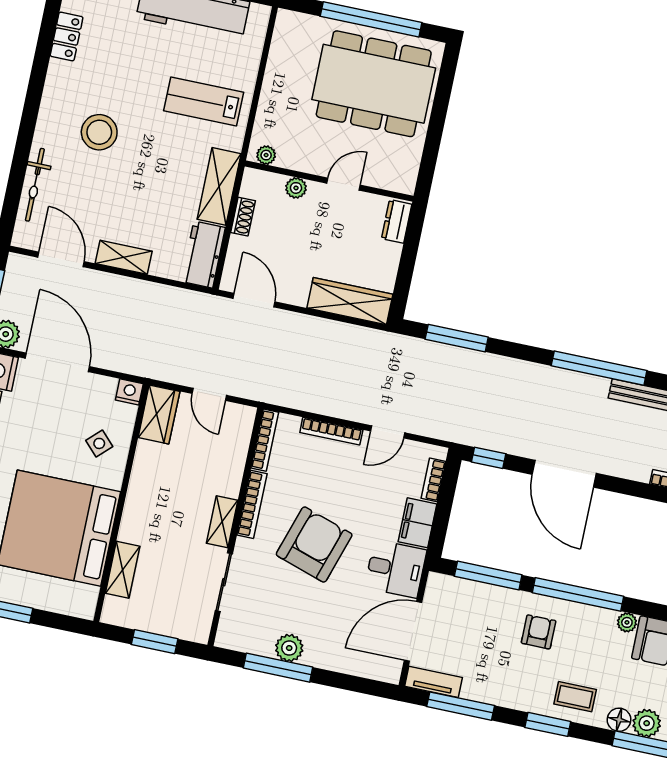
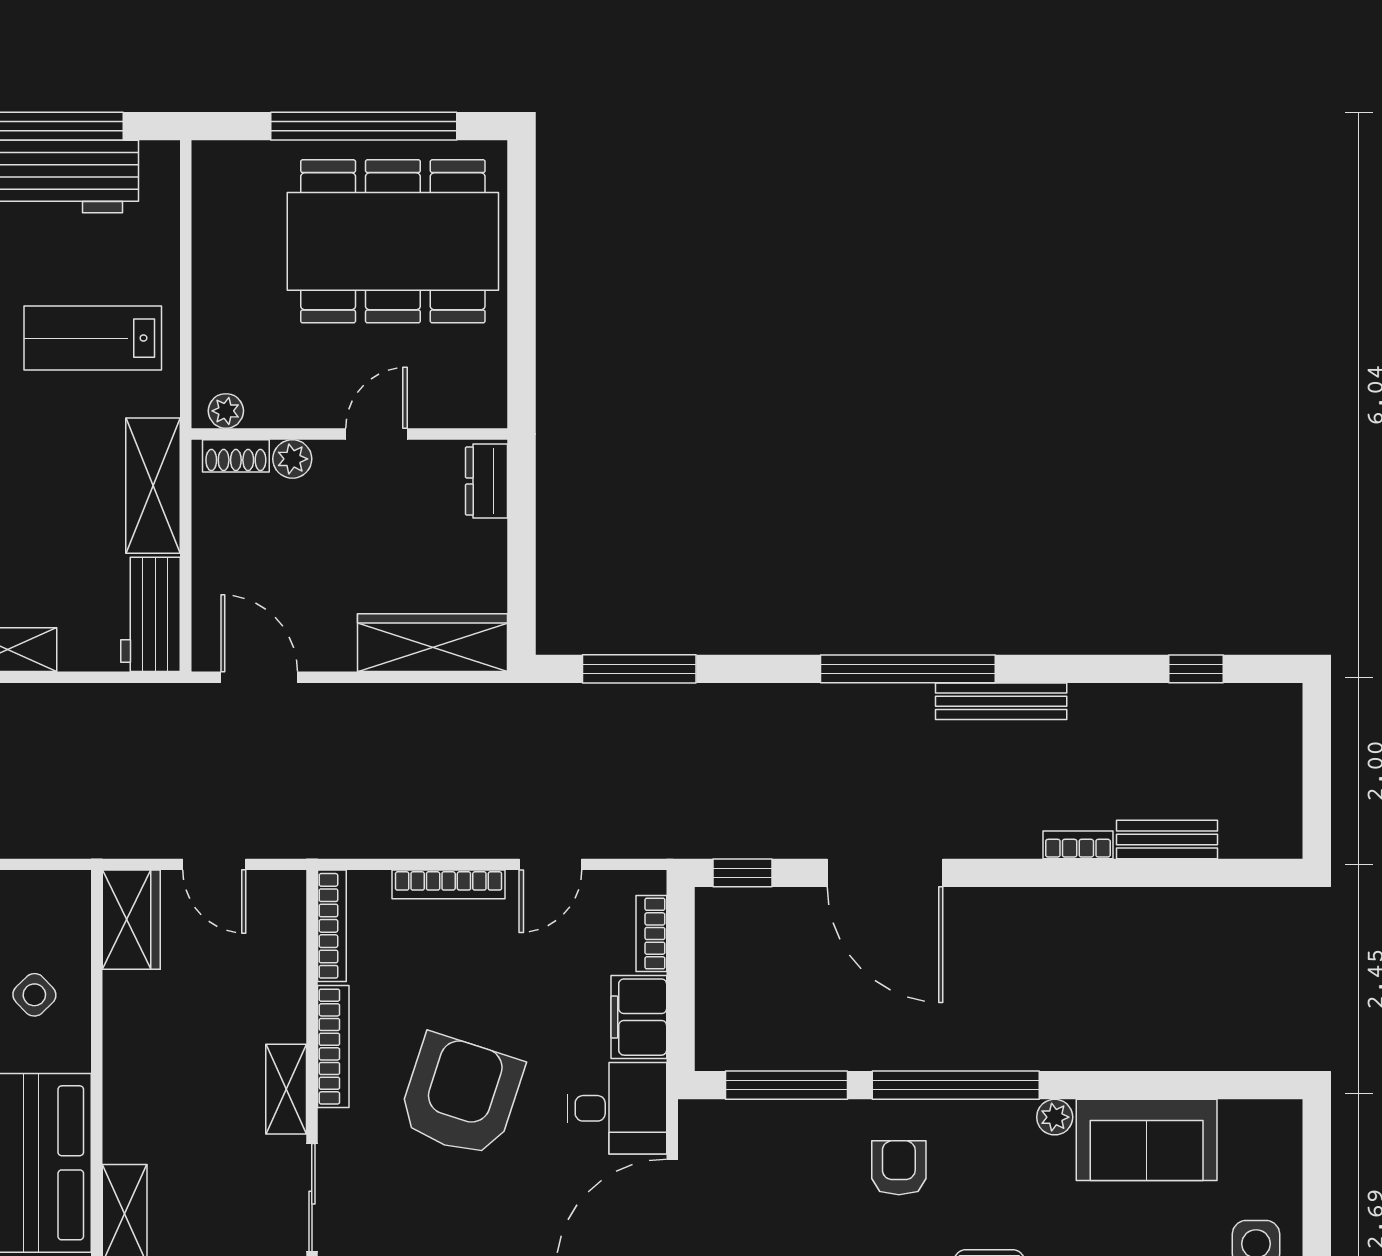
shoe rack: (243, 217) -> (236, 456), moved, turned 90
nightstand: (129, 392) -> (69, 890), removed

